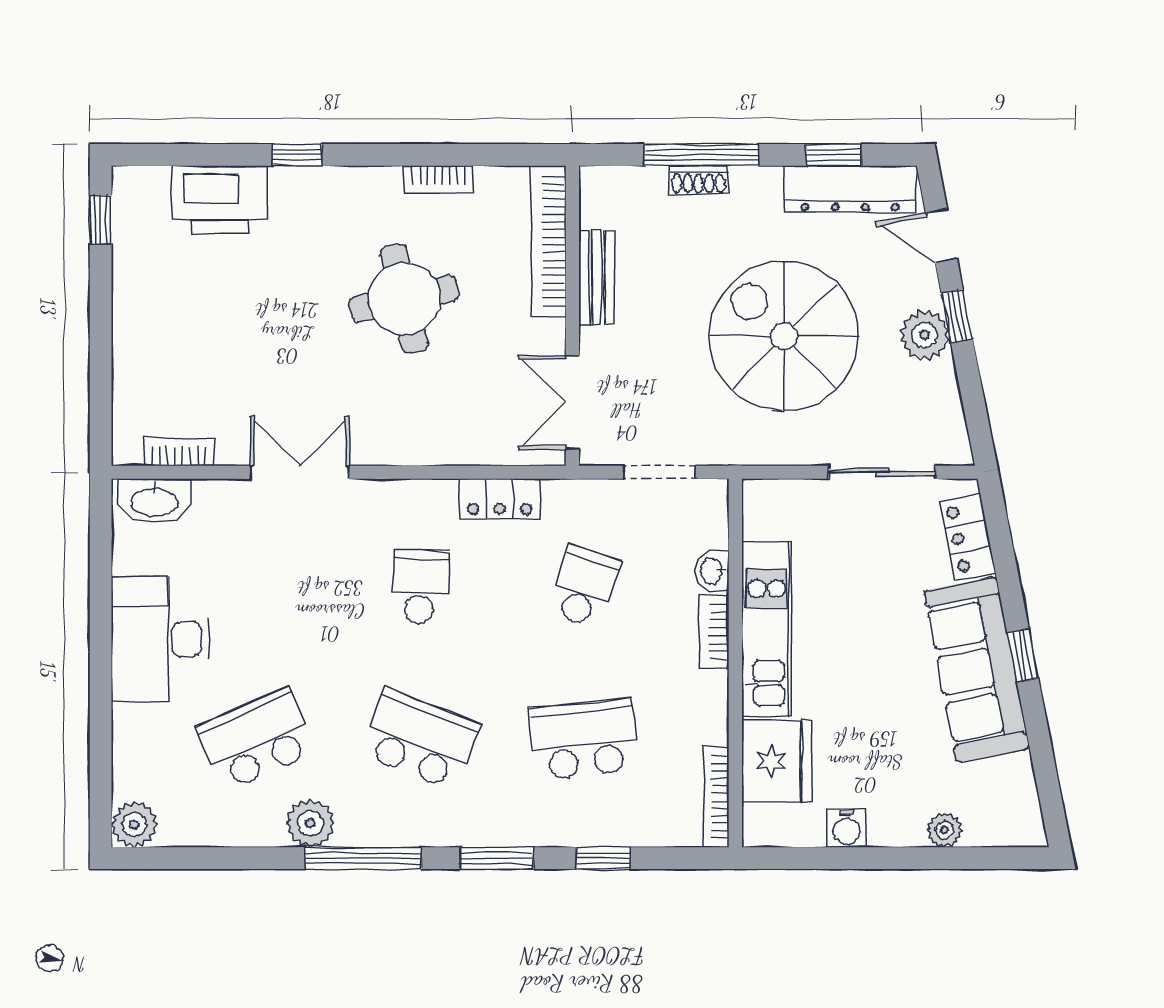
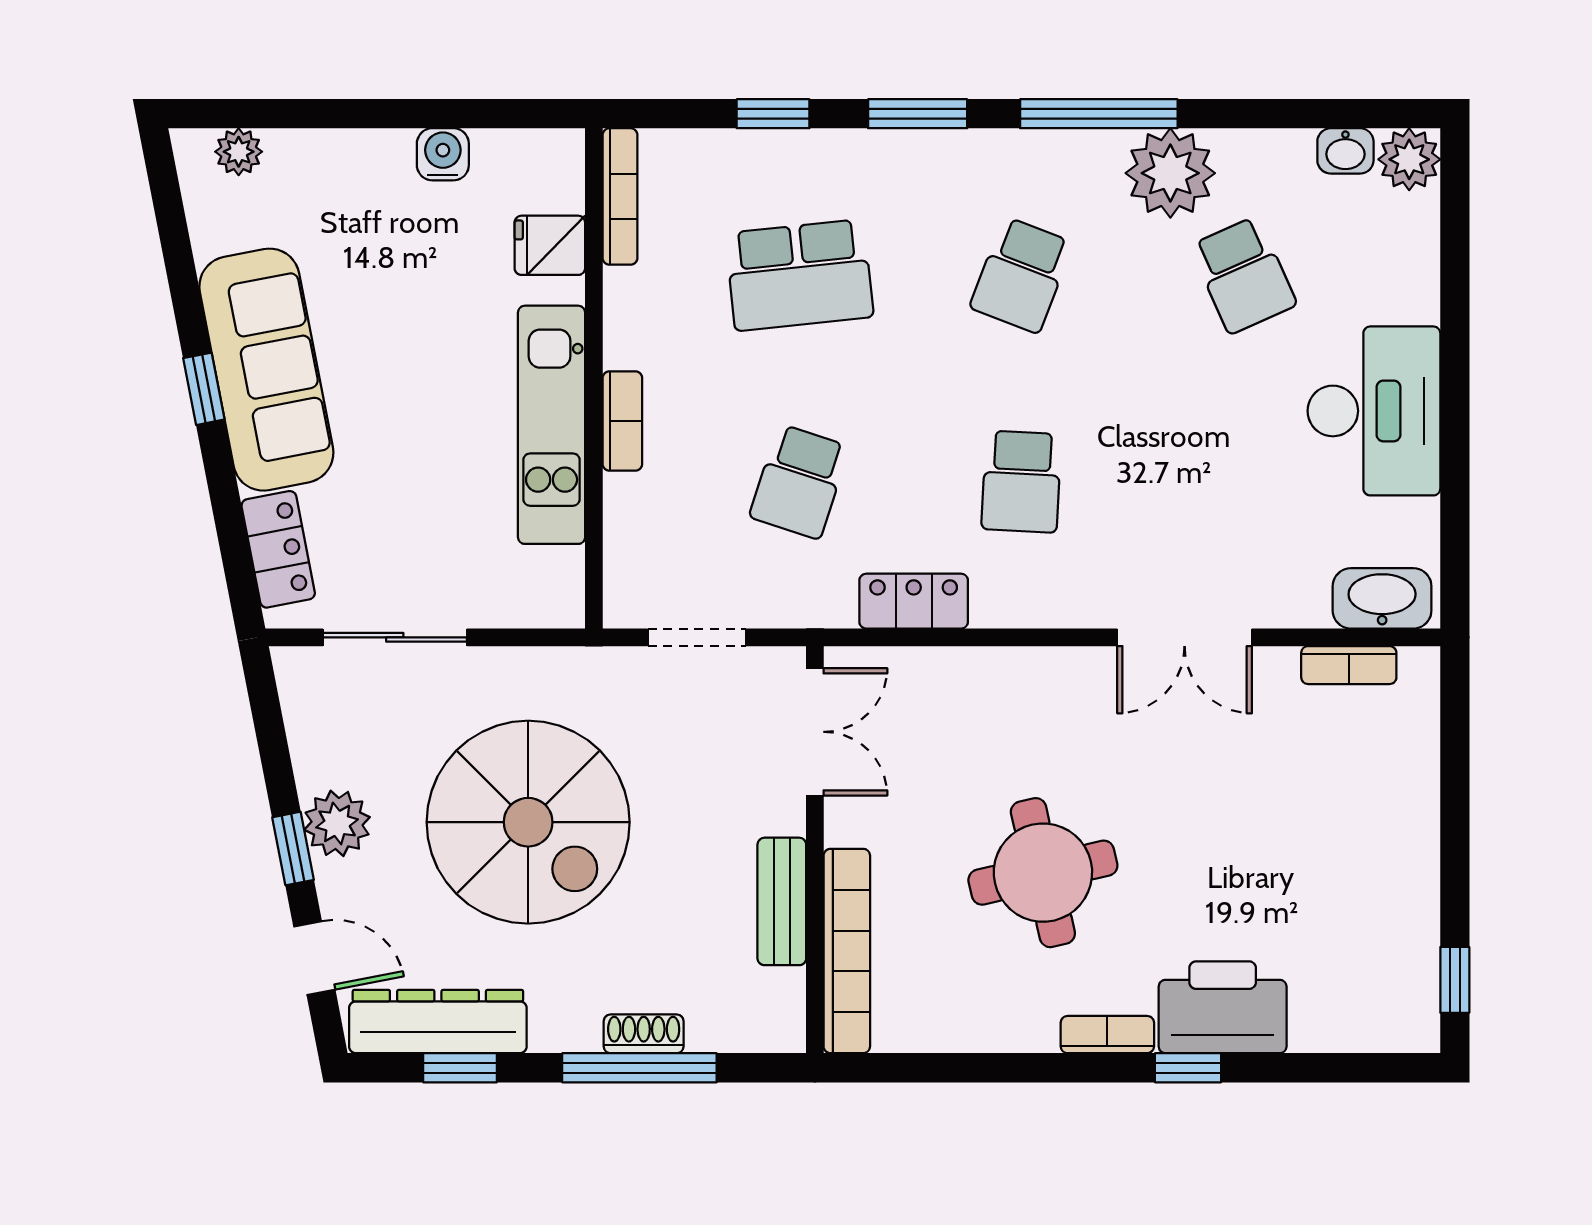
bookcase: (439, 179) -> (1107, 1035), moved
printer: (219, 199) -> (1223, 1007), moved
washbasin: (712, 571) -> (1345, 151), moved, turned 90
school desk: (256, 739) -> (1243, 275), width x0.54
school desk: (420, 739) -> (1021, 275), width x0.54
fridge: (777, 761) -> (550, 245), width x0.53, depth x0.75
plant: (310, 823) -> (1170, 173), width x1.36, depth x1.36
plant: (944, 830) -> (239, 152), moved

